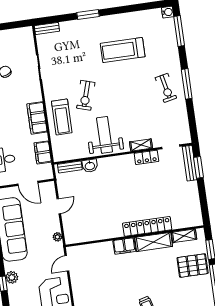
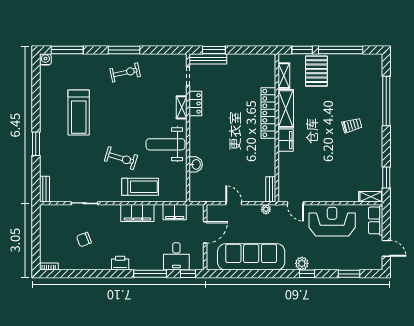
bench: (70, 167) -> (271, 189), moved

